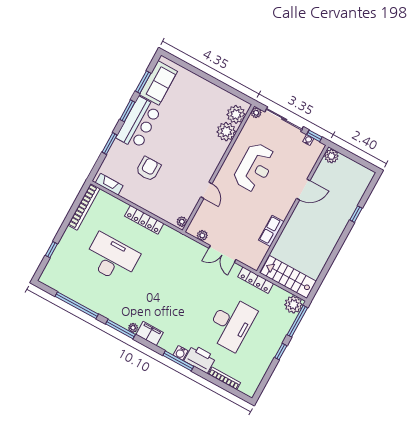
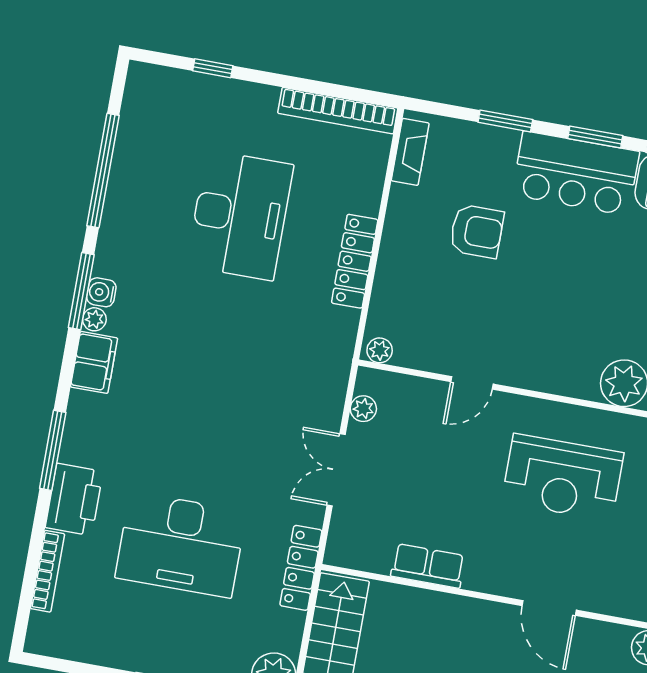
water cooler: (181, 353) -> (101, 292), moved

